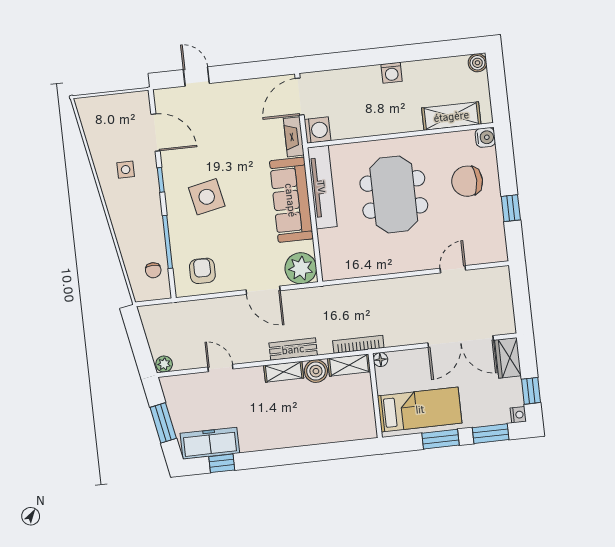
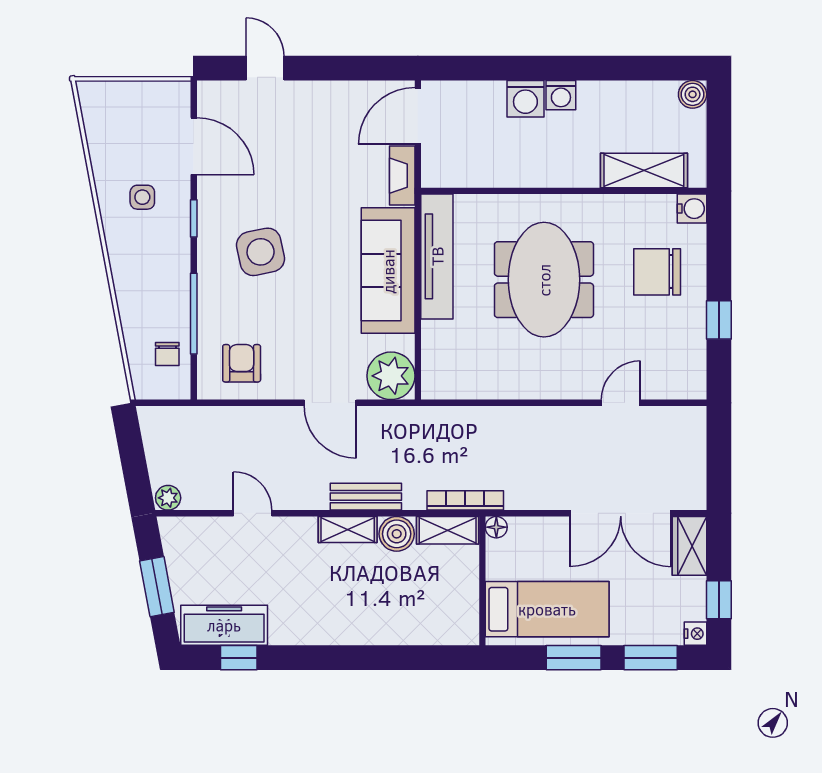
washing machine: (318, 130) -> (525, 99), moved, turned 90

